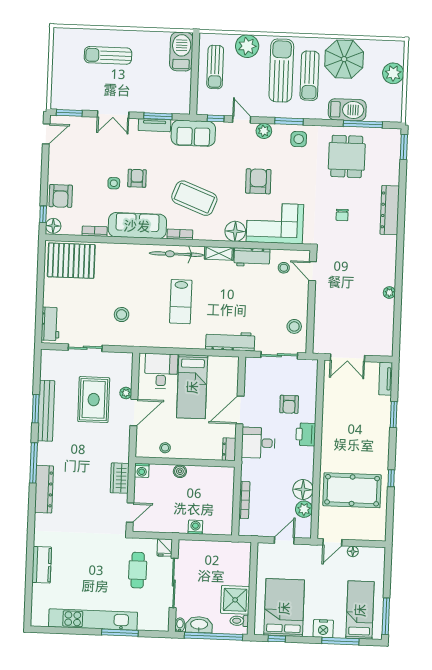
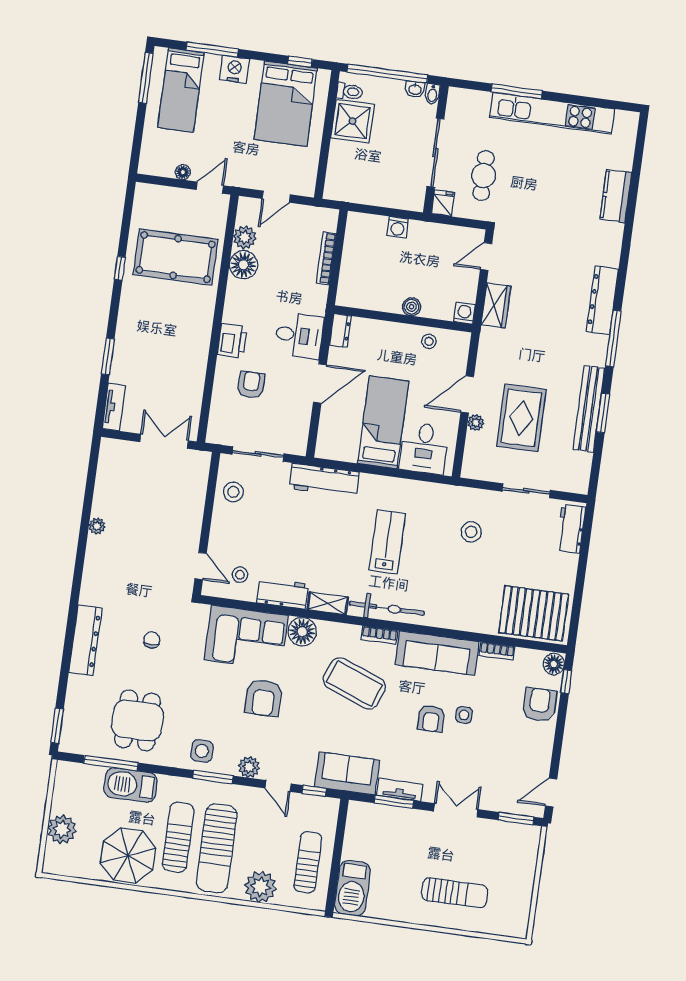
washbasin: (199, 625) -> (415, 89), width x0.52, depth x0.69

